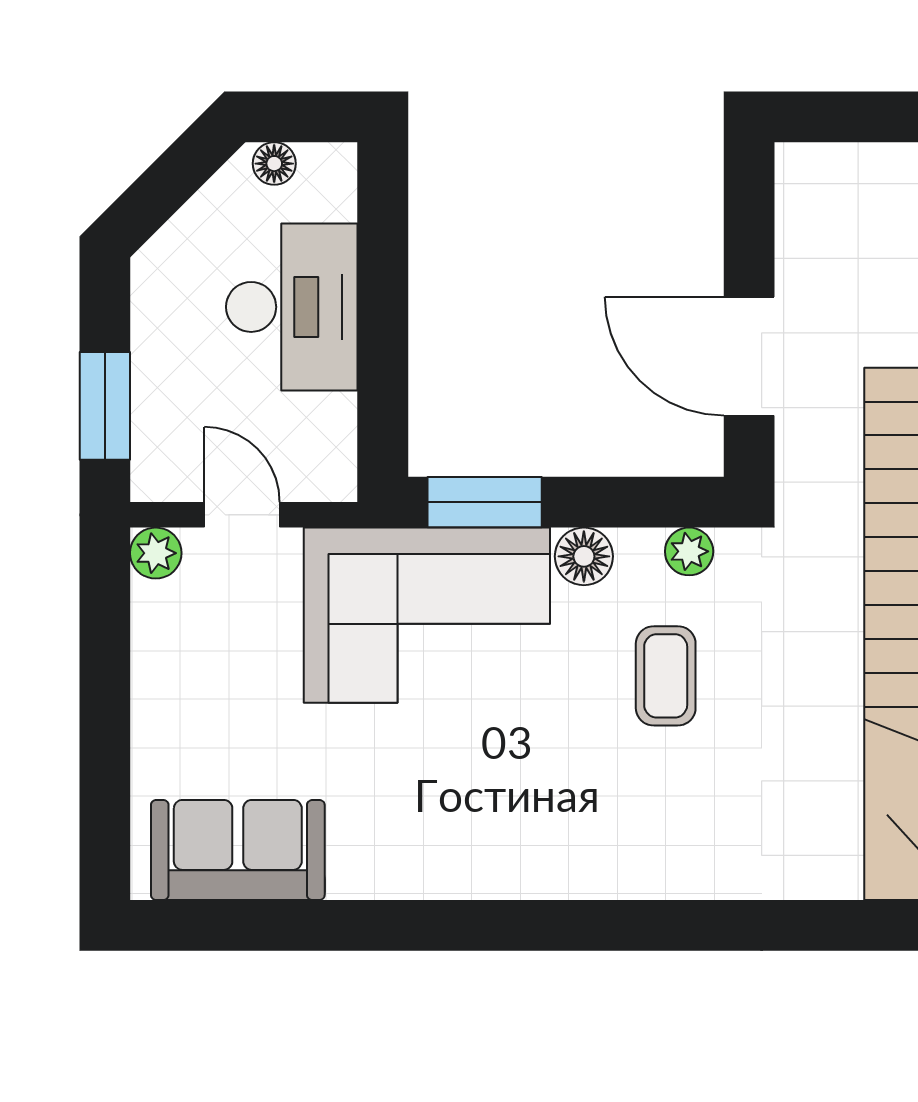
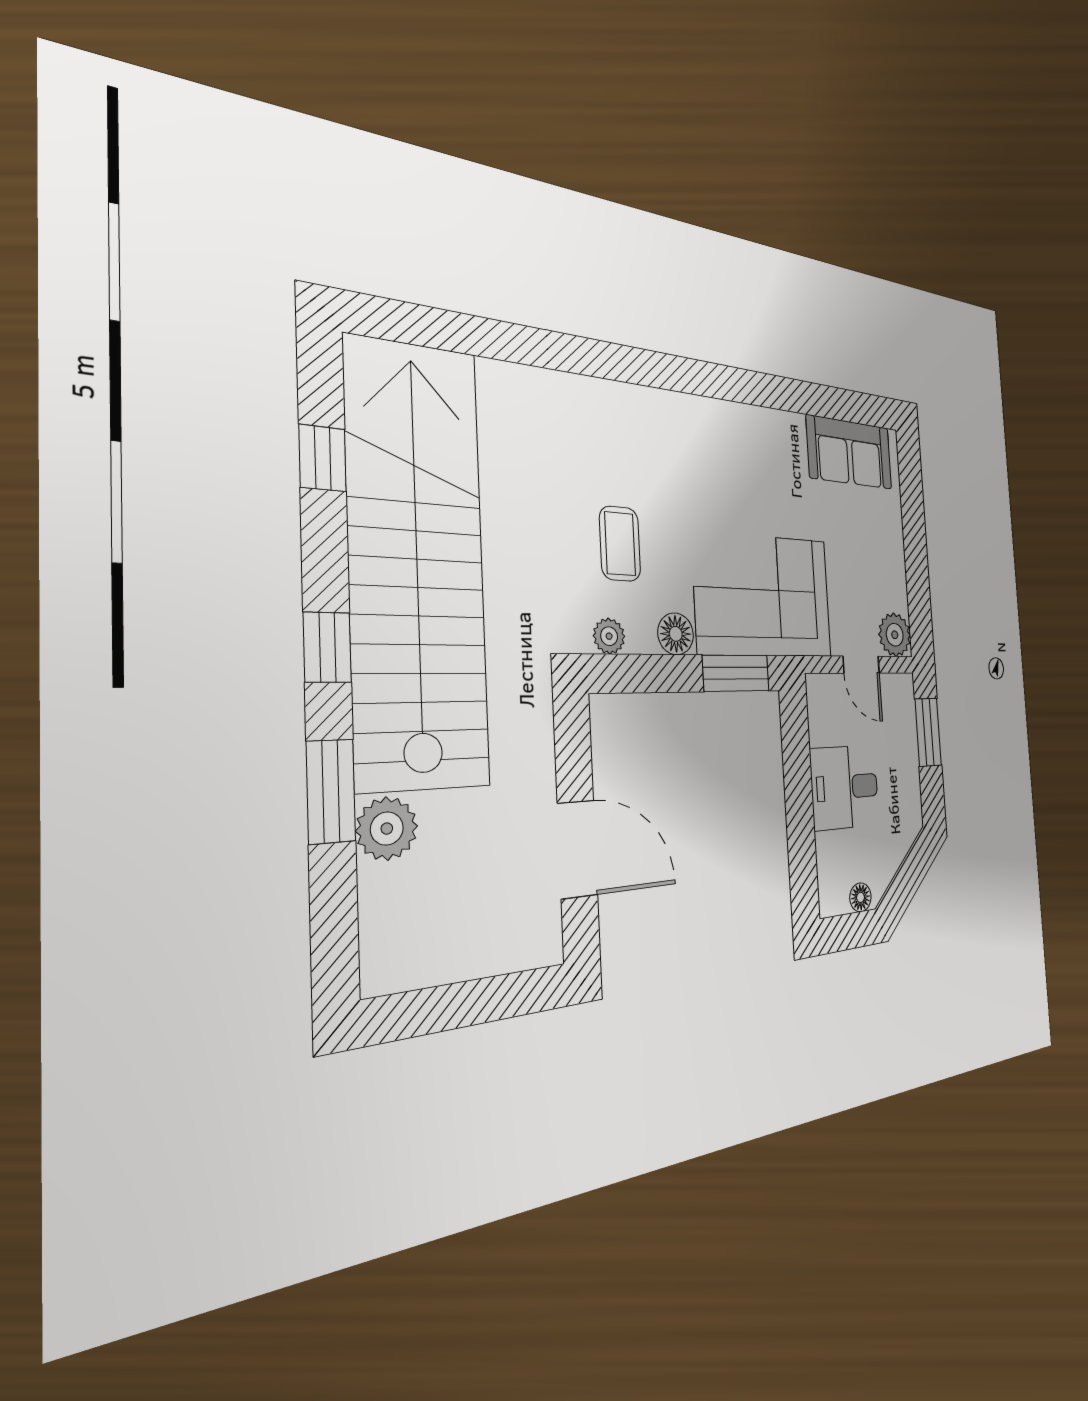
desk: (292, 307) -> (845, 787), width x0.73
door: (749, 356) -> (577, 849), moved
plant: (156, 553) -> (895, 635), width x1.38, depth x1.38

